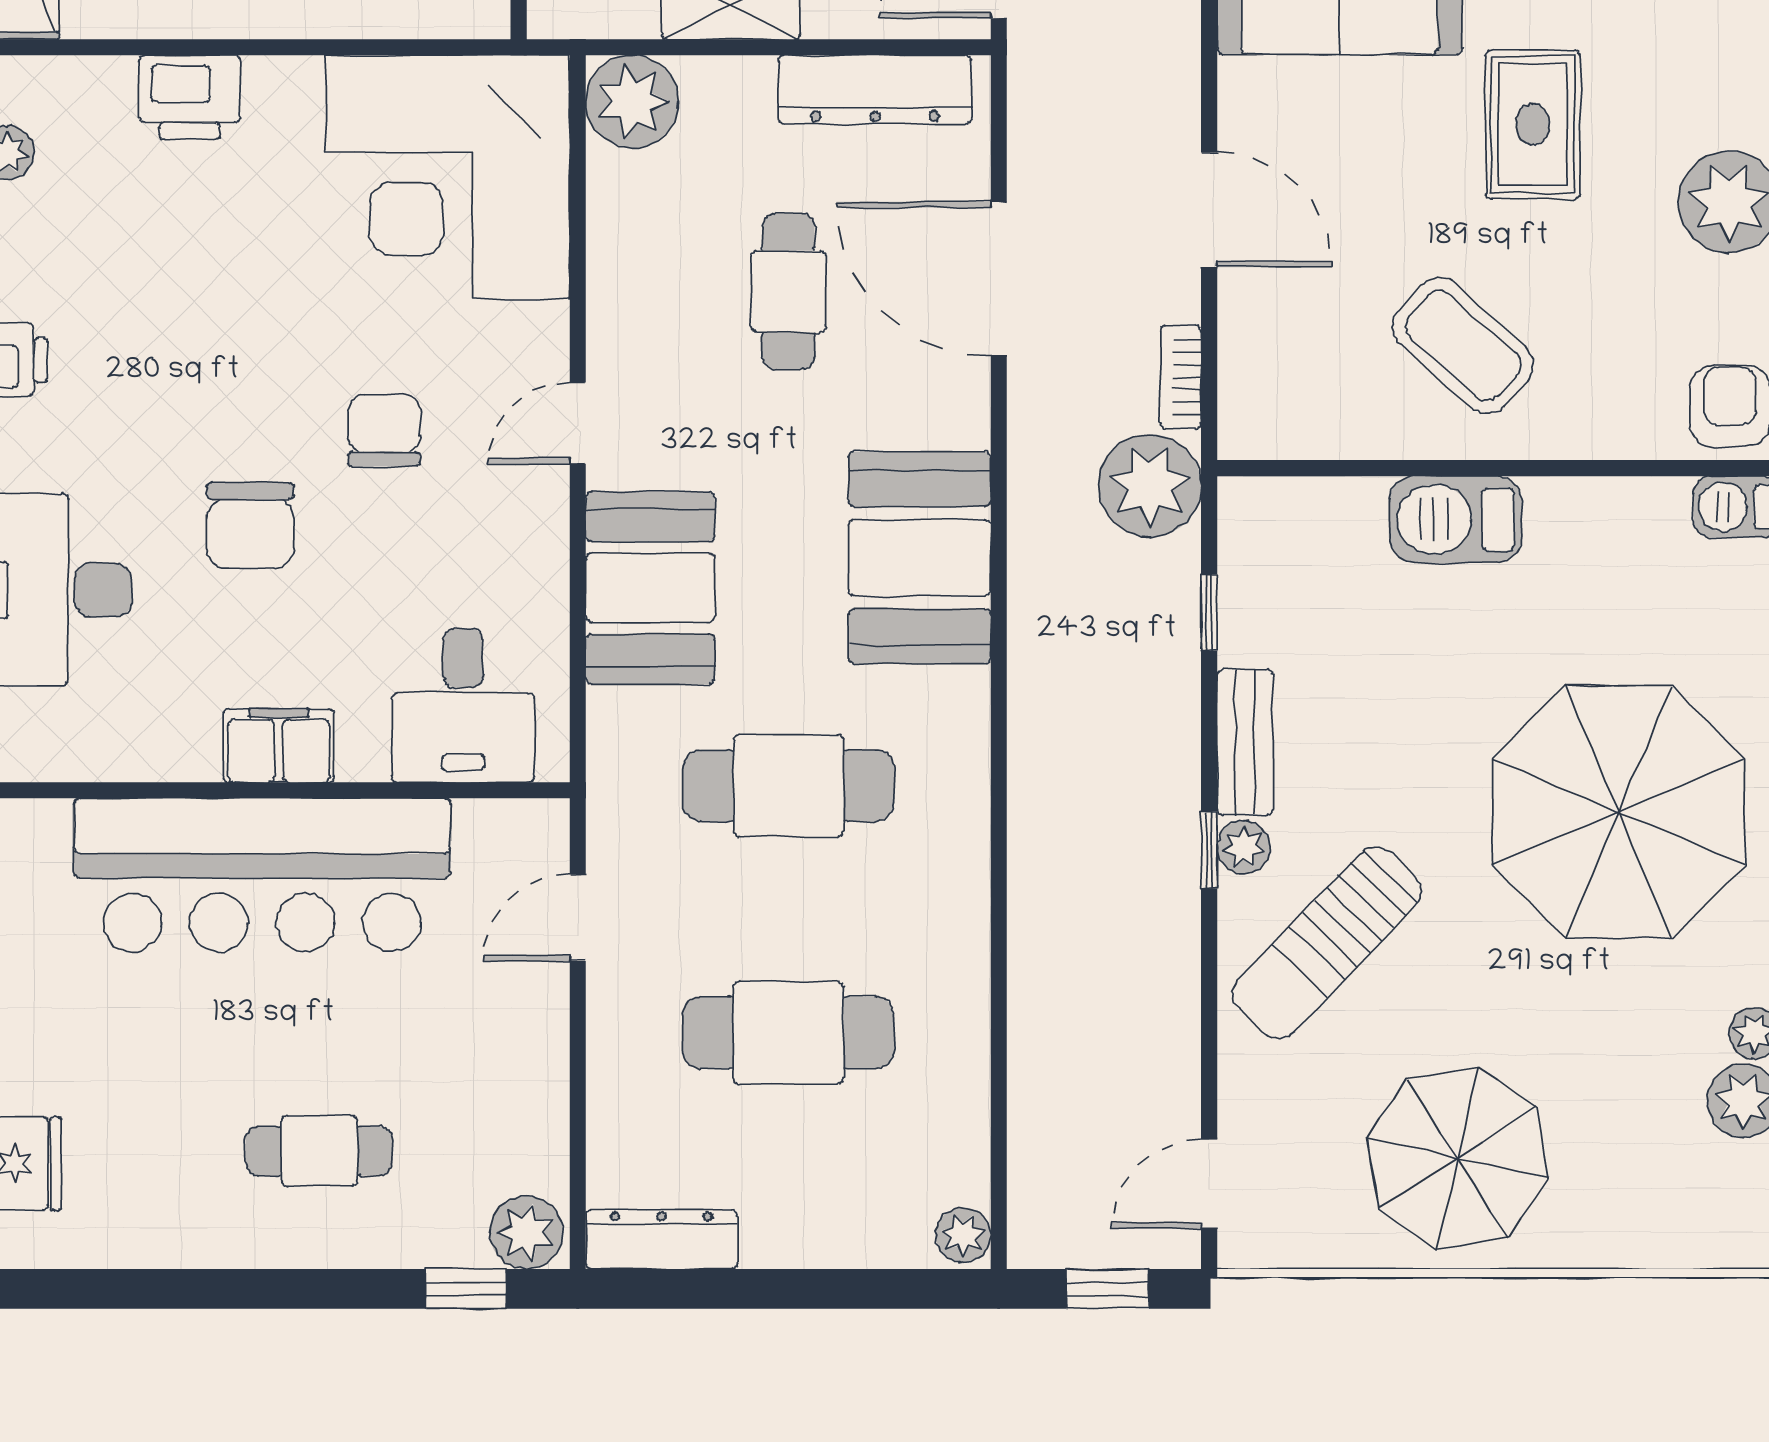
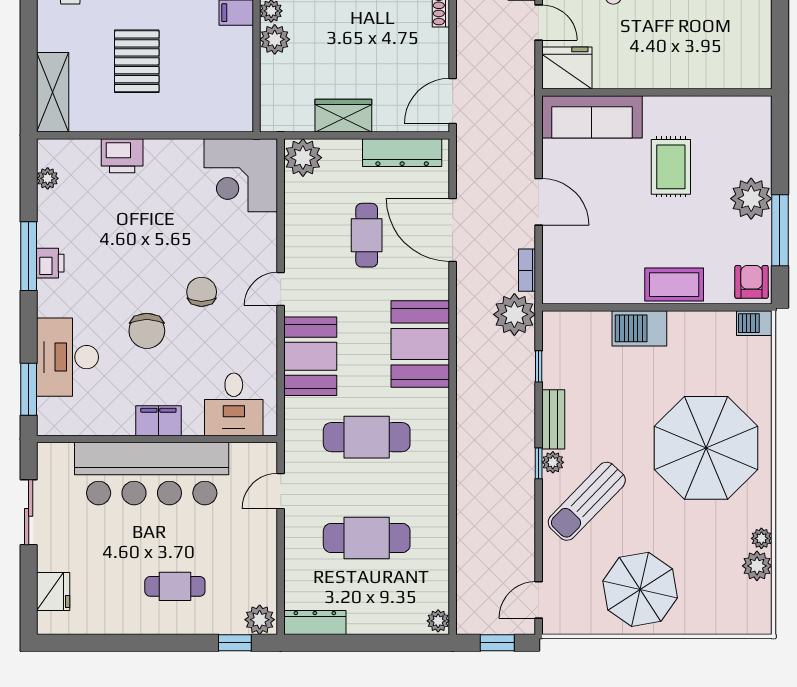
corner desk: (448, 177) -> (241, 175), width x0.74, depth x0.74
coffee table: (1463, 346) -> (674, 285), moved, turned -42

